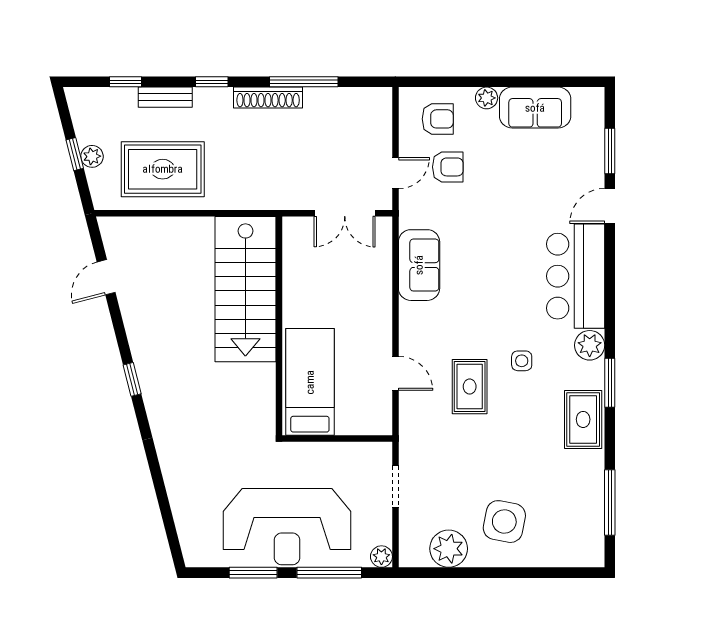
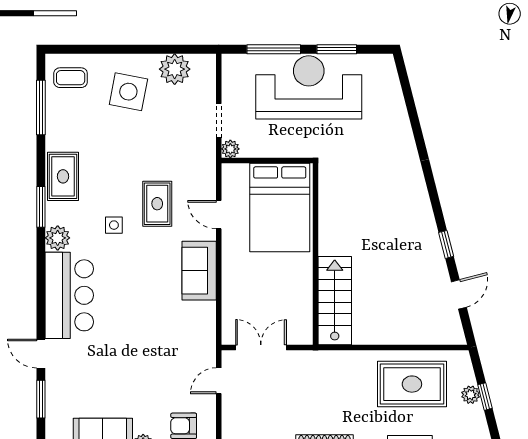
armchair: (448, 167) -> (175, 386), removed
door: (610, 206) -> (41, 354), swing flipped
sofa: (419, 265) -> (199, 271), moved
stairs: (245, 289) -> (335, 301), width x0.73, depth x0.66
window: (132, 379) -> (446, 244), moved
bed: (310, 382) -> (280, 208), width x1.50
coffee table: (574, 538) -> (71, 78), added
plant: (381, 557) -> (230, 149), moved

